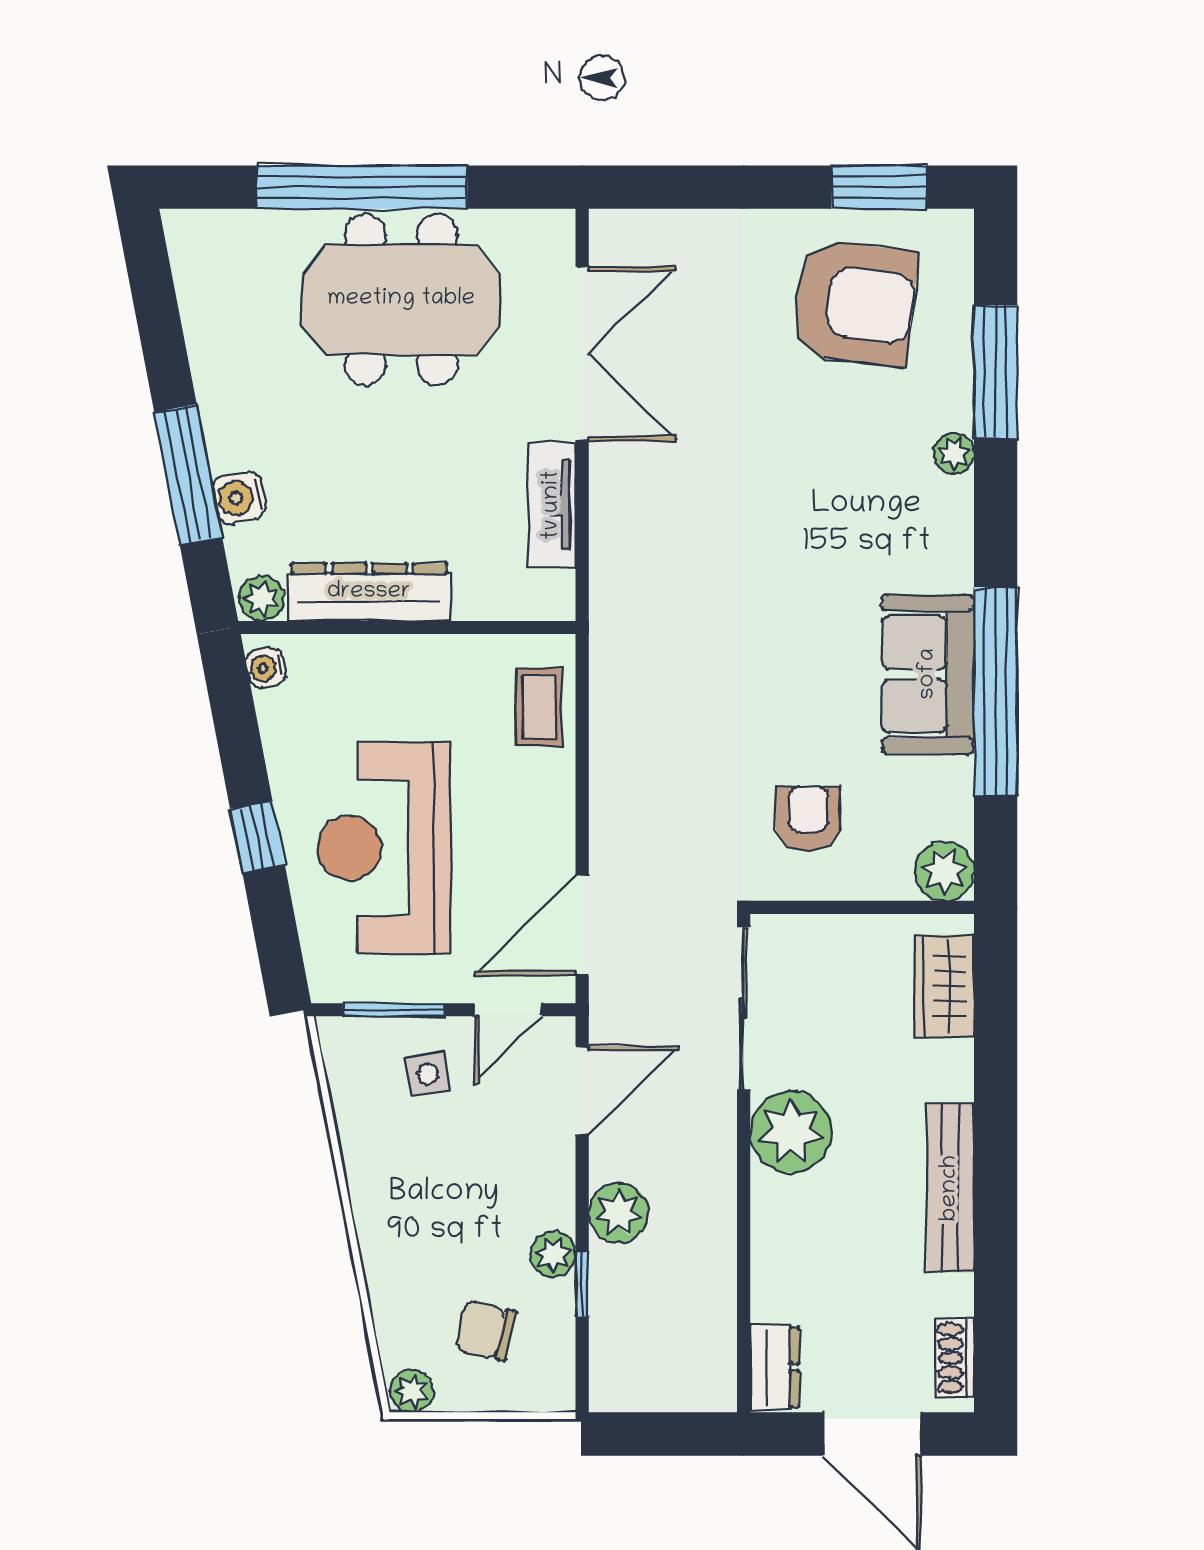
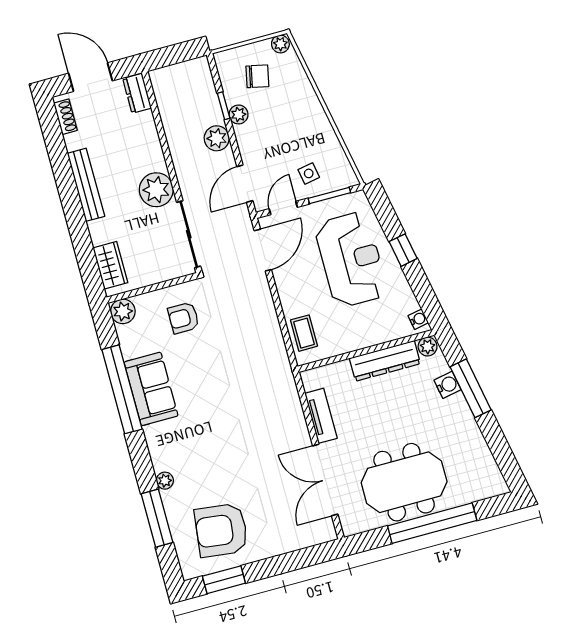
armchair: (808, 818) -> (184, 318), turned 90

